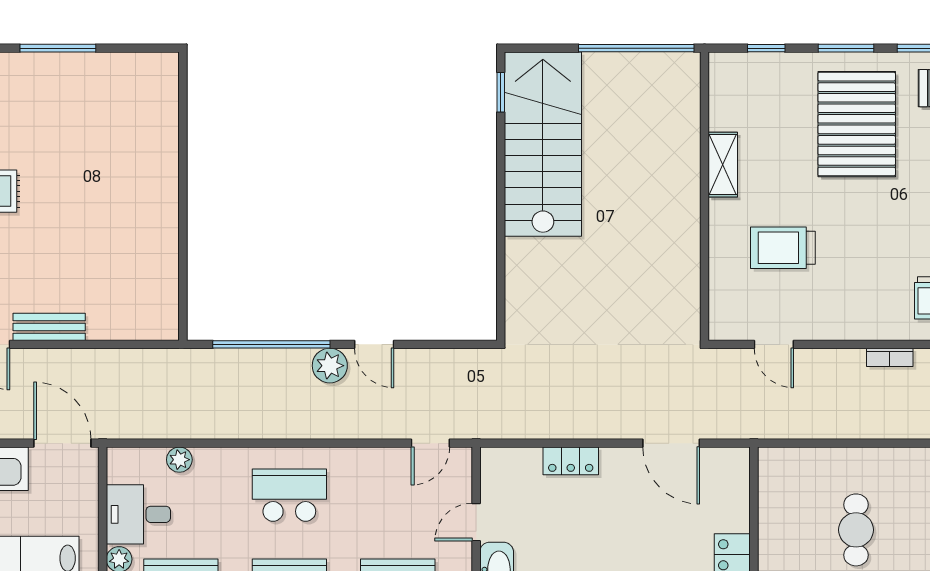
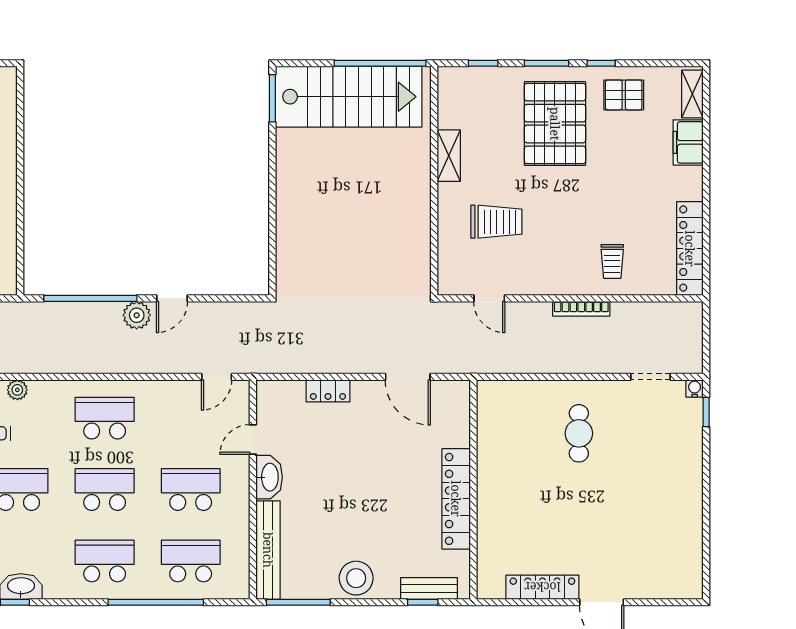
window: (501, 92) -> (272, 98), width x1.50
stairs: (543, 144) -> (349, 97), moved, turned 90
trolley: (783, 248) -> (496, 222), turned 180
door: (374, 344) -> (172, 298), hinge flipped
bookcase: (890, 357) -> (581, 309), width x1.56
cafe table: (856, 530) -> (579, 433), moved

